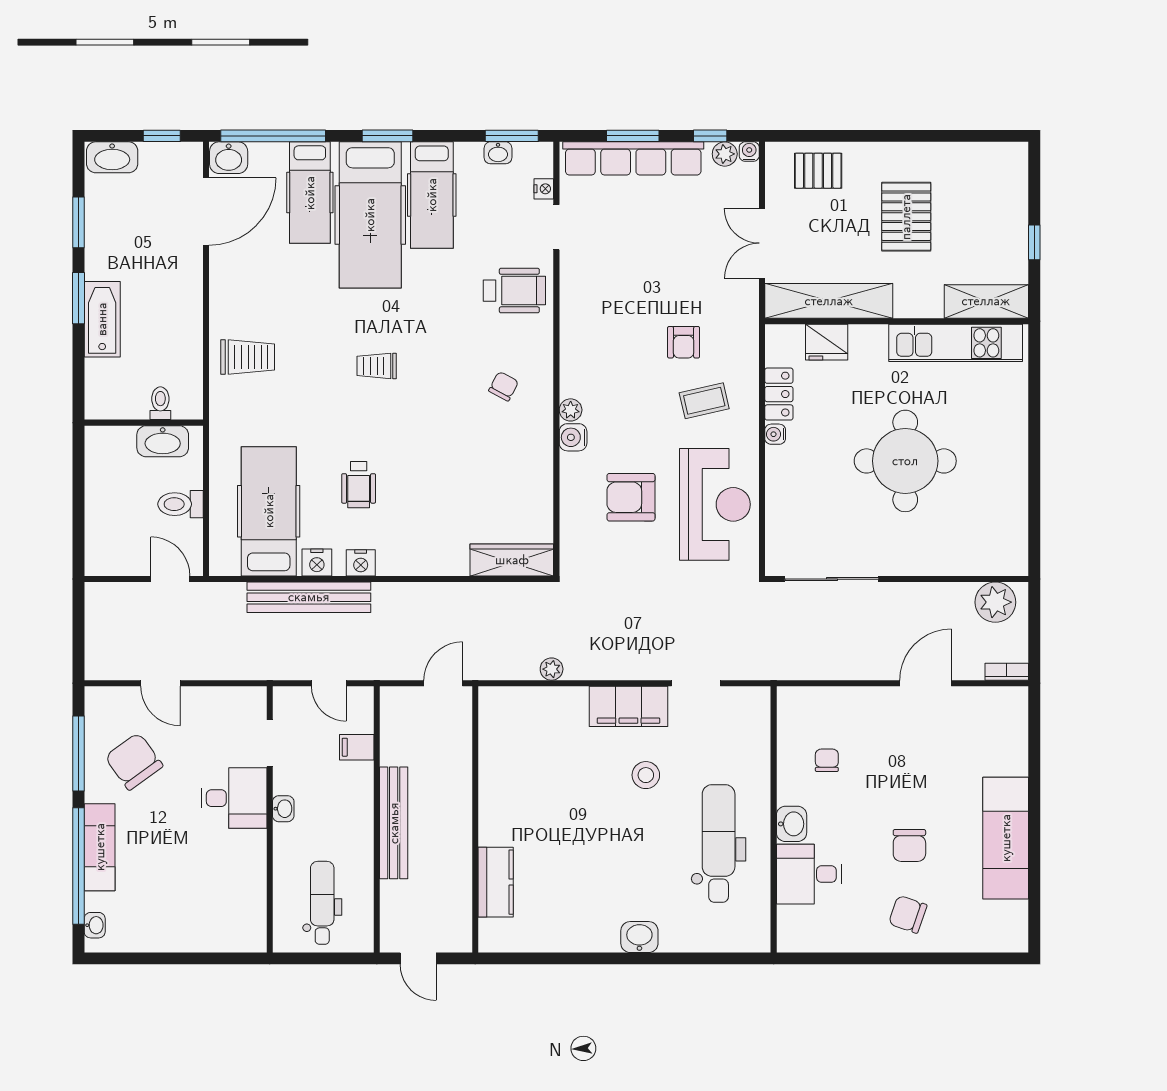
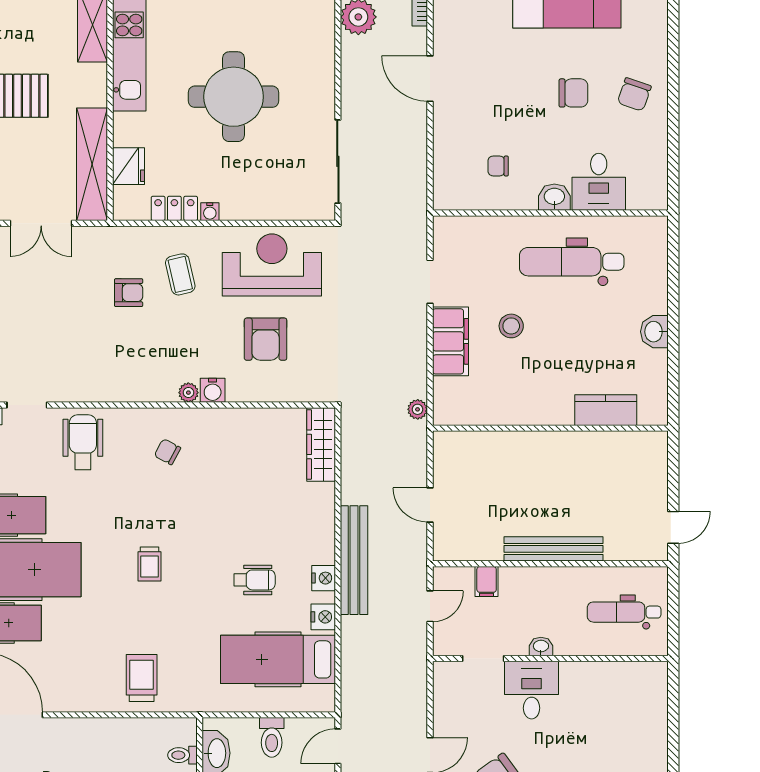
bench: (309, 597) -> (354, 560), moved
wall: (475, 819) -> (550, 428), moved
kitchen counter: (496, 882) -> (606, 410), moved

